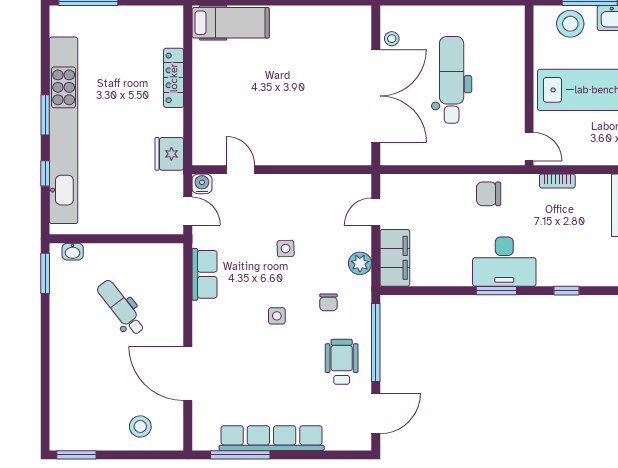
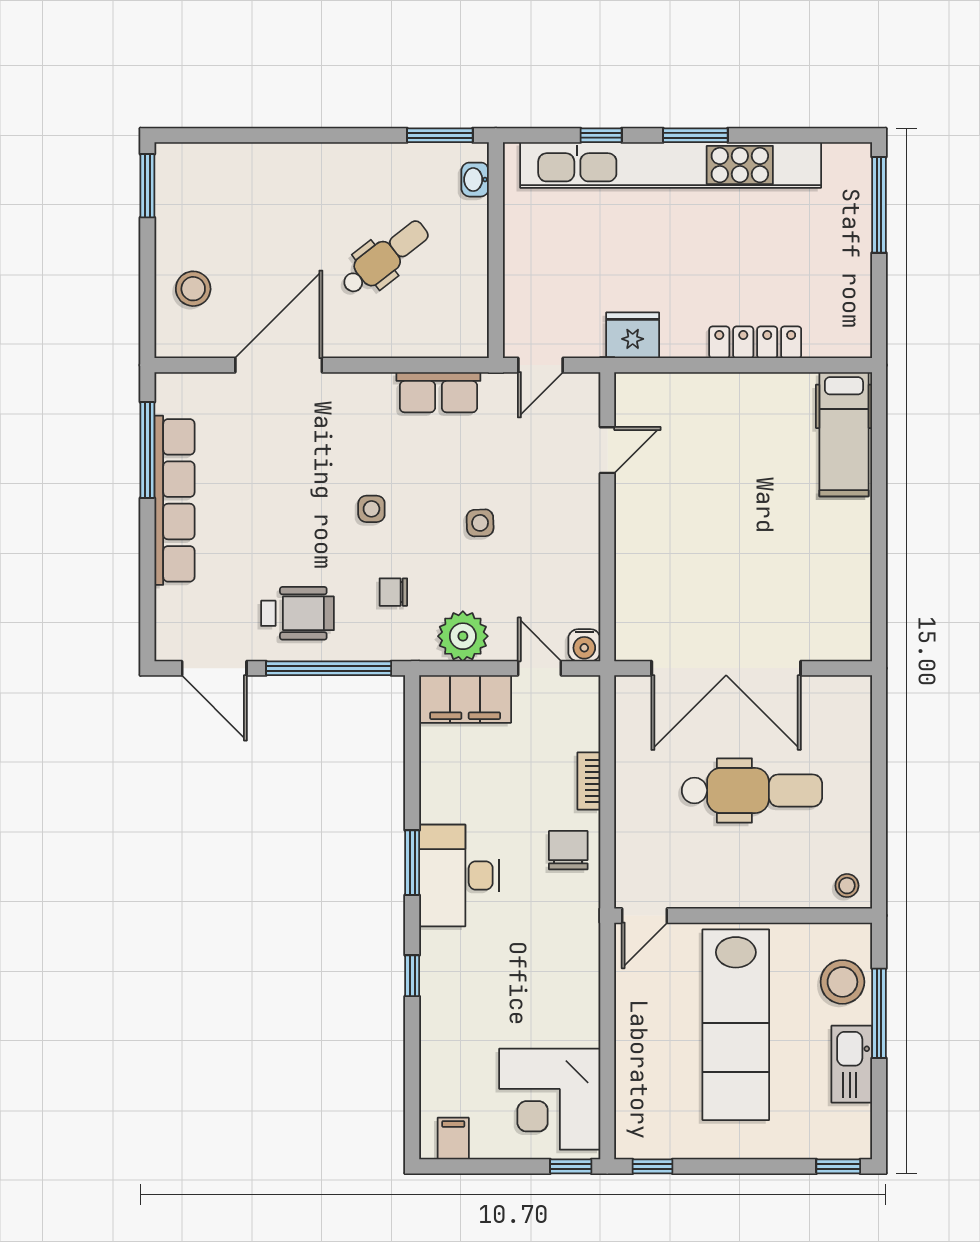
stool: (392, 39) -> (847, 886), moved
bookcase: (557, 181) -> (589, 781), moved
water cooler: (202, 184) -> (584, 645), moved, turned 90
plant: (360, 263) -> (463, 636), width x1.36, depth x1.36

